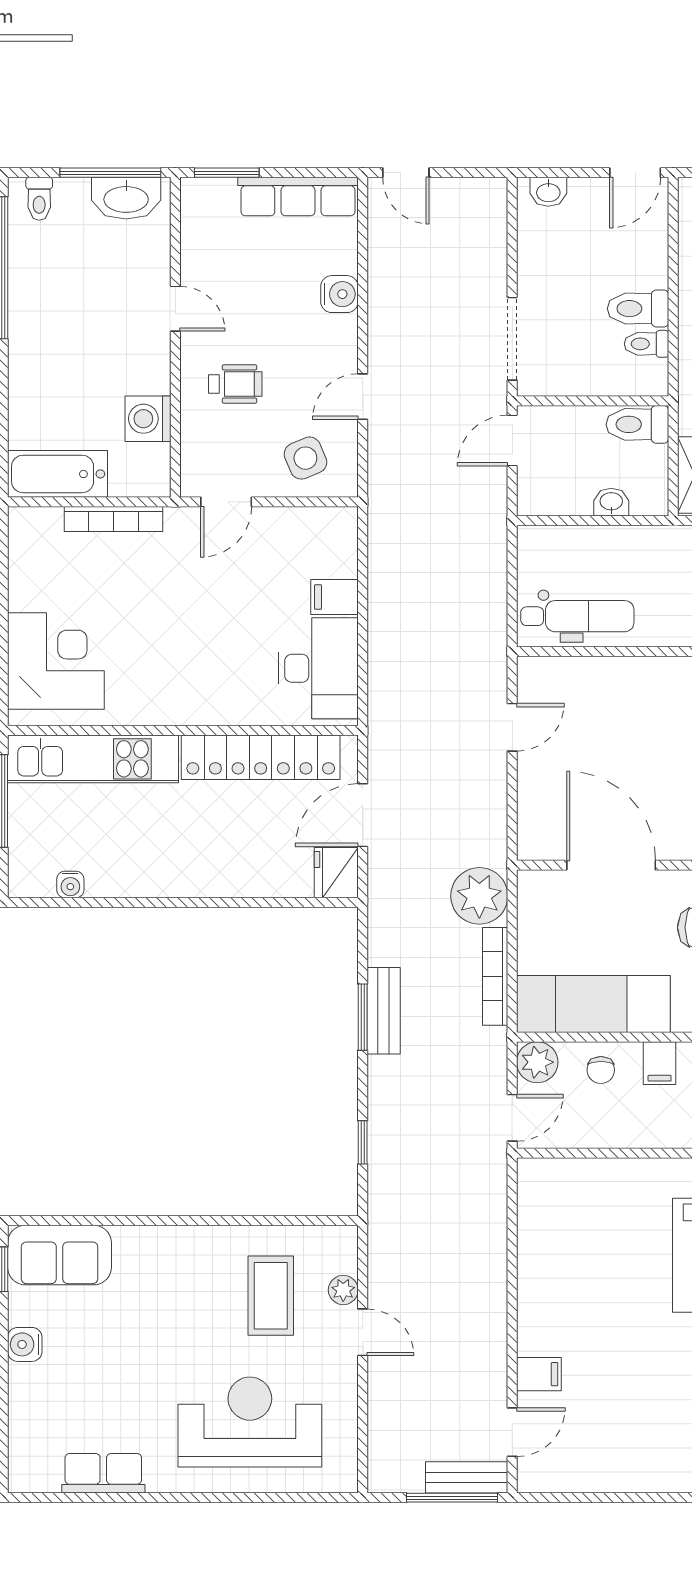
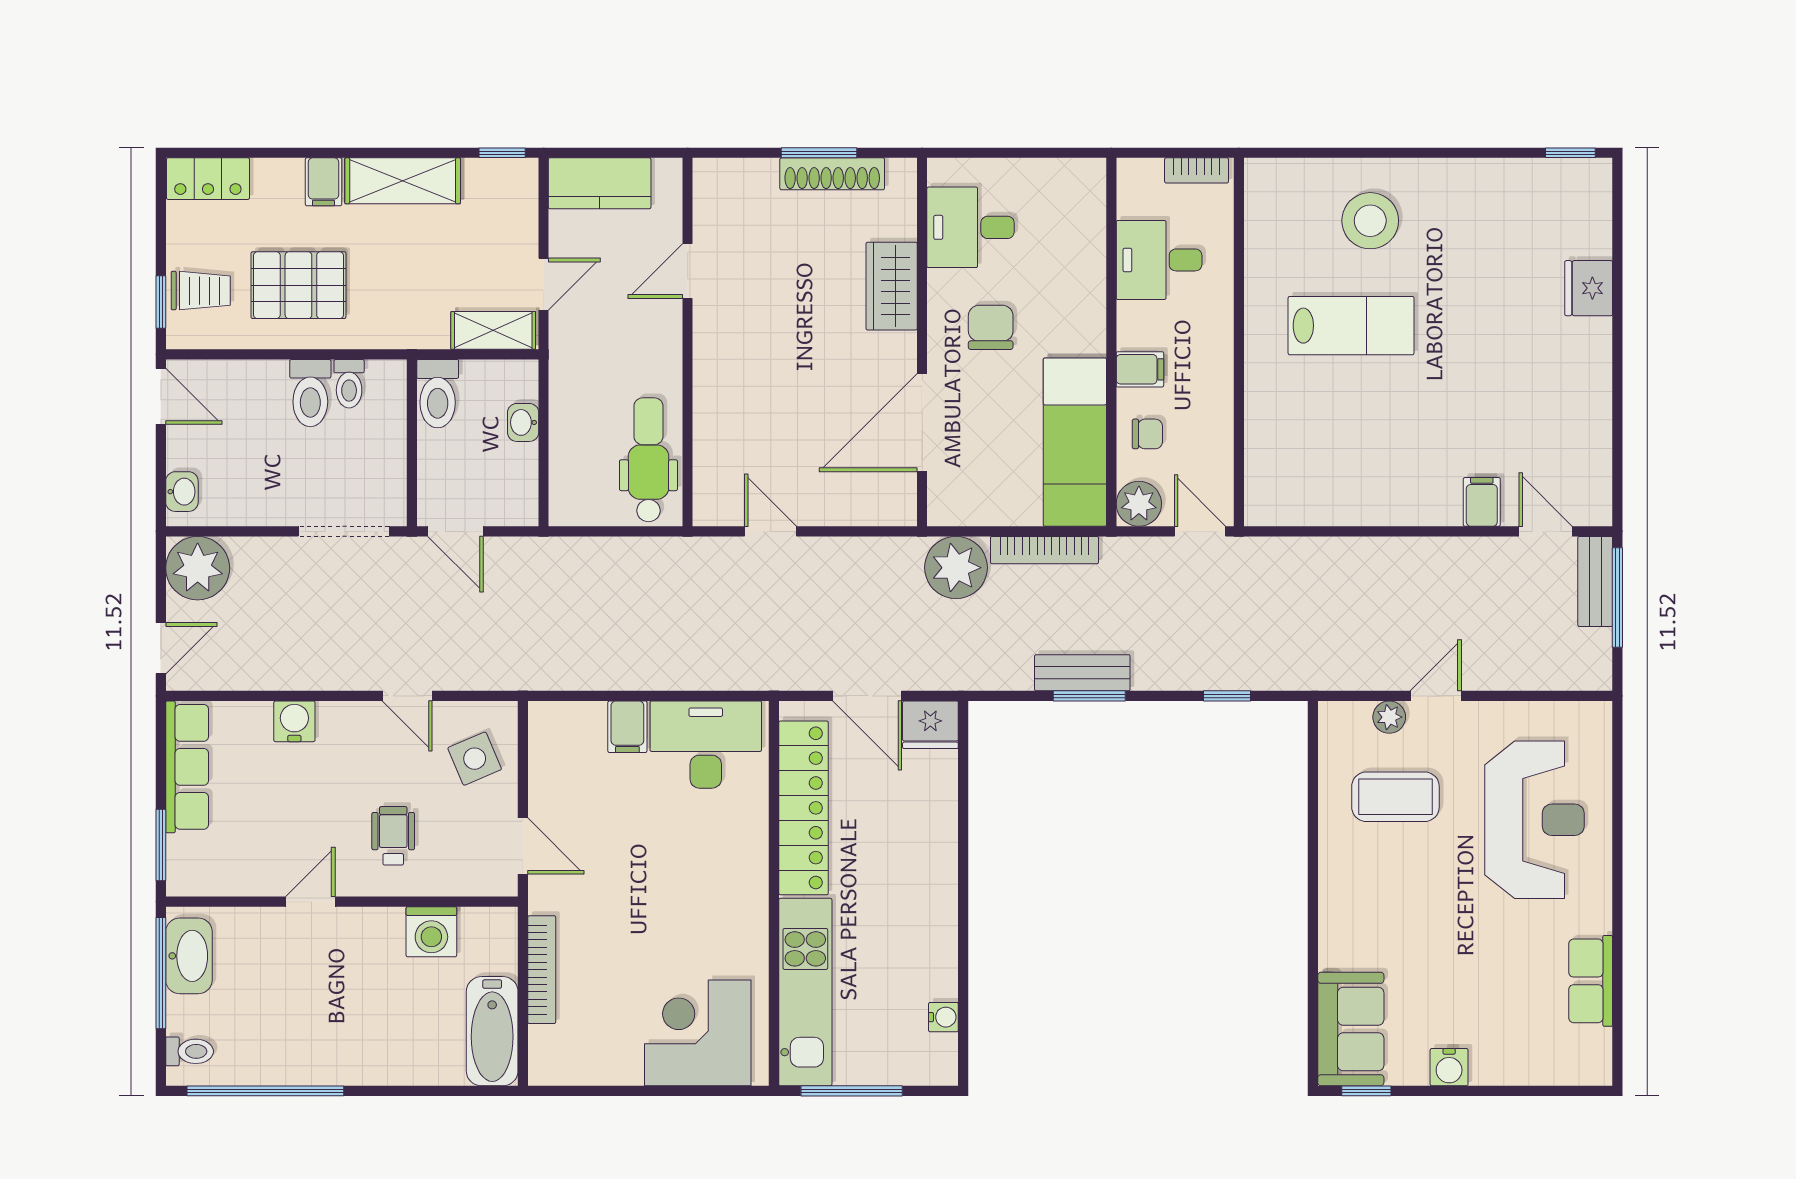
plant: (479, 206) -> (198, 568), added
reception desk: (250, 1422) -> (1534, 820), turned 180

